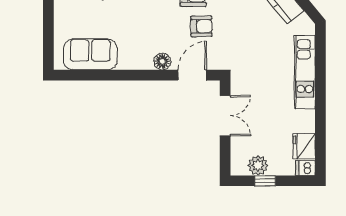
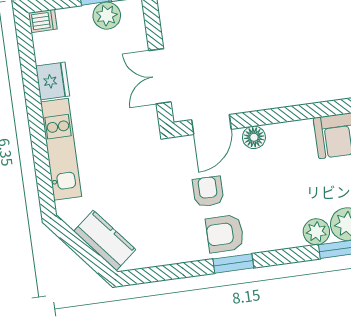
armchair: (201, 26) -> (208, 192), turned 91
fridge: (304, 146) -> (53, 81), moved

